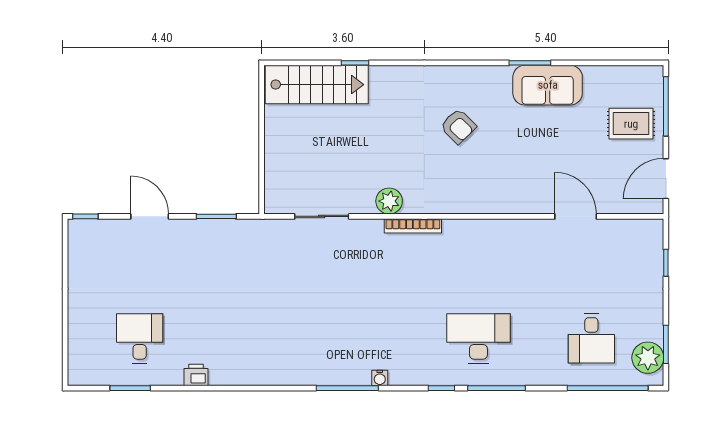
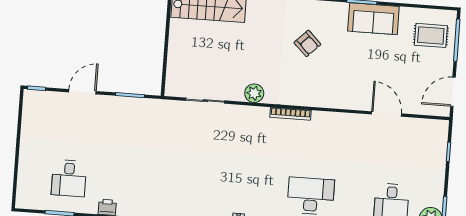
rug: (631, 124) -> (431, 35), moved
door: (150, 216) -> (82, 92), hinge flipped
bookcase: (413, 226) -> (291, 114), moved
desk: (140, 338) -> (69, 178), turned 180

